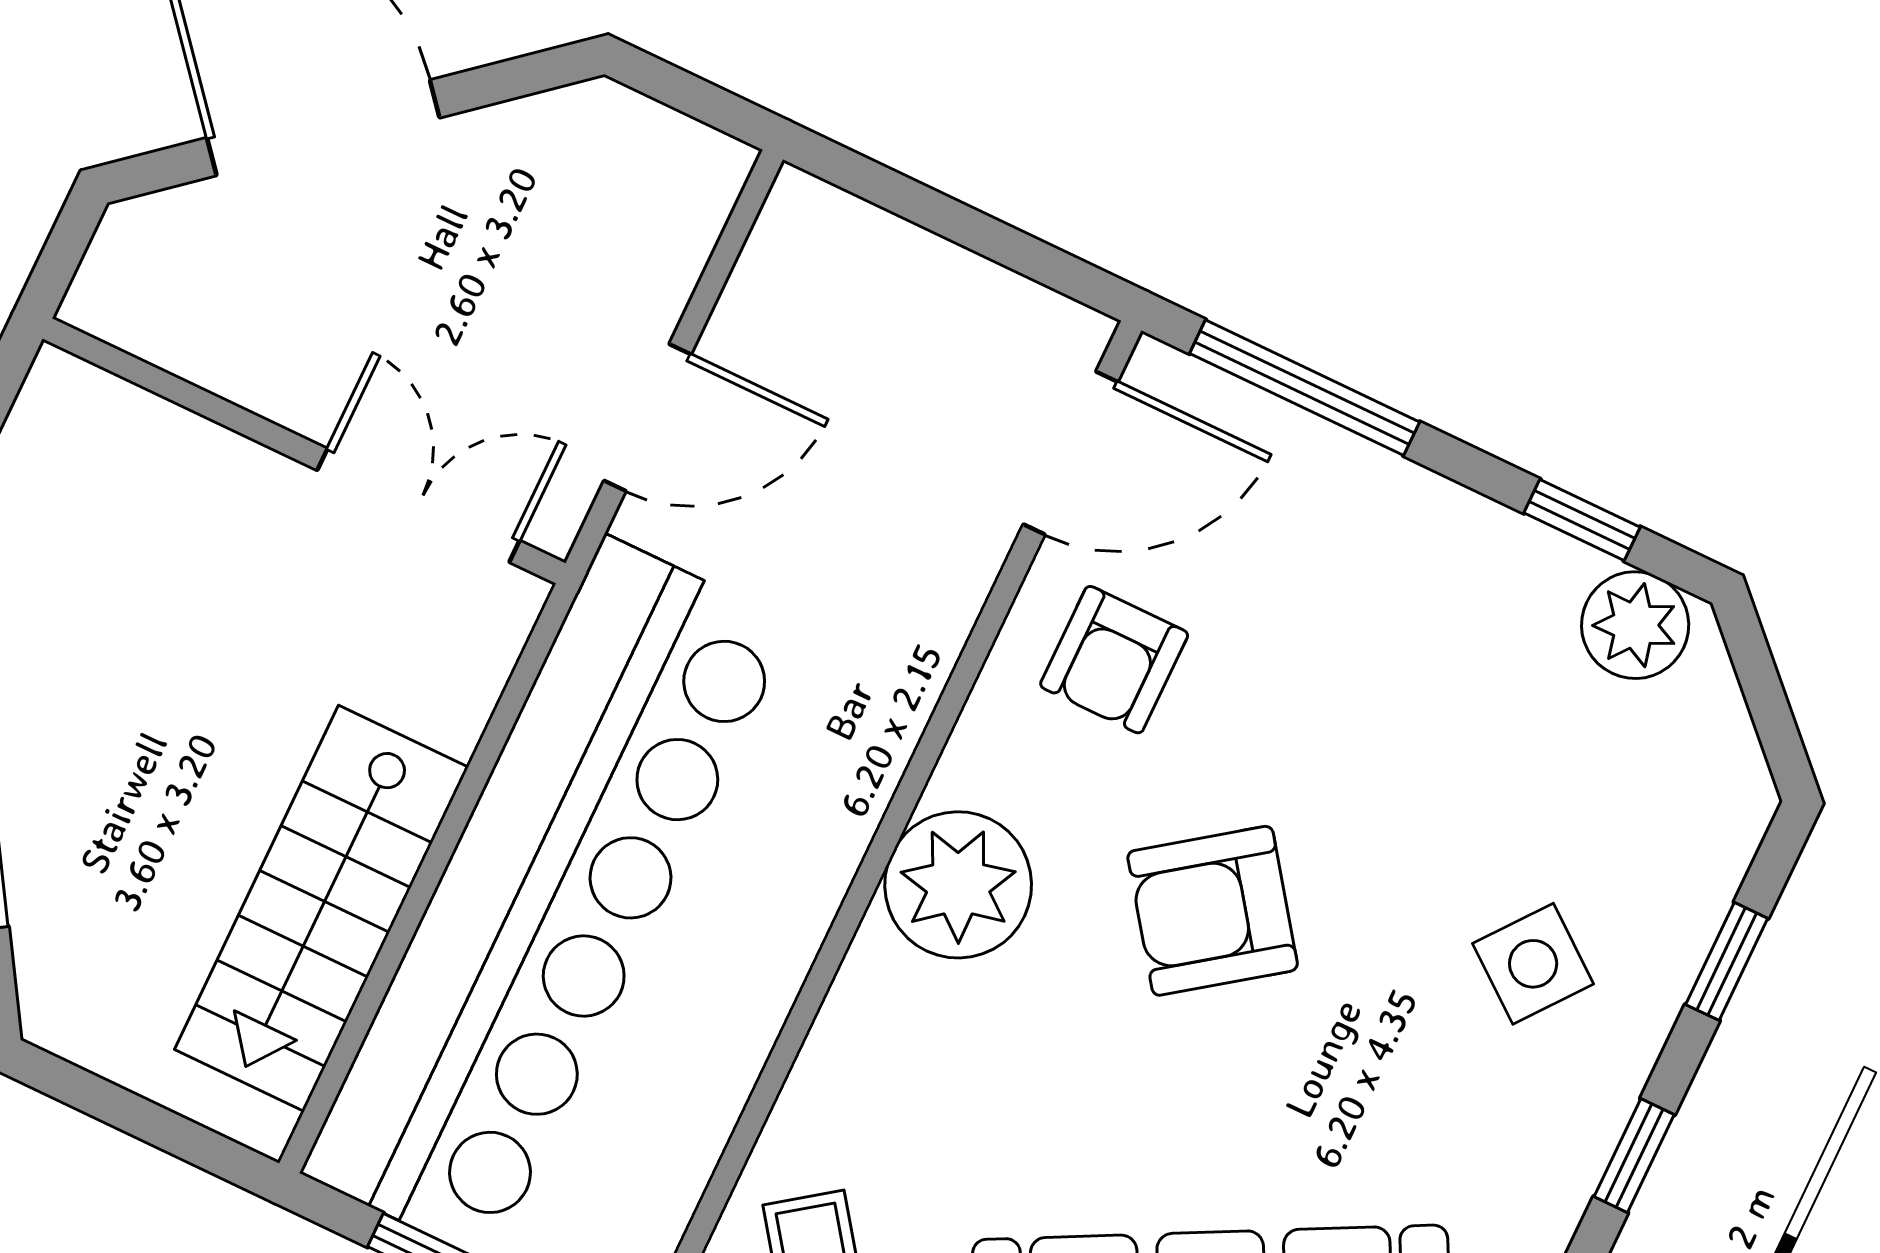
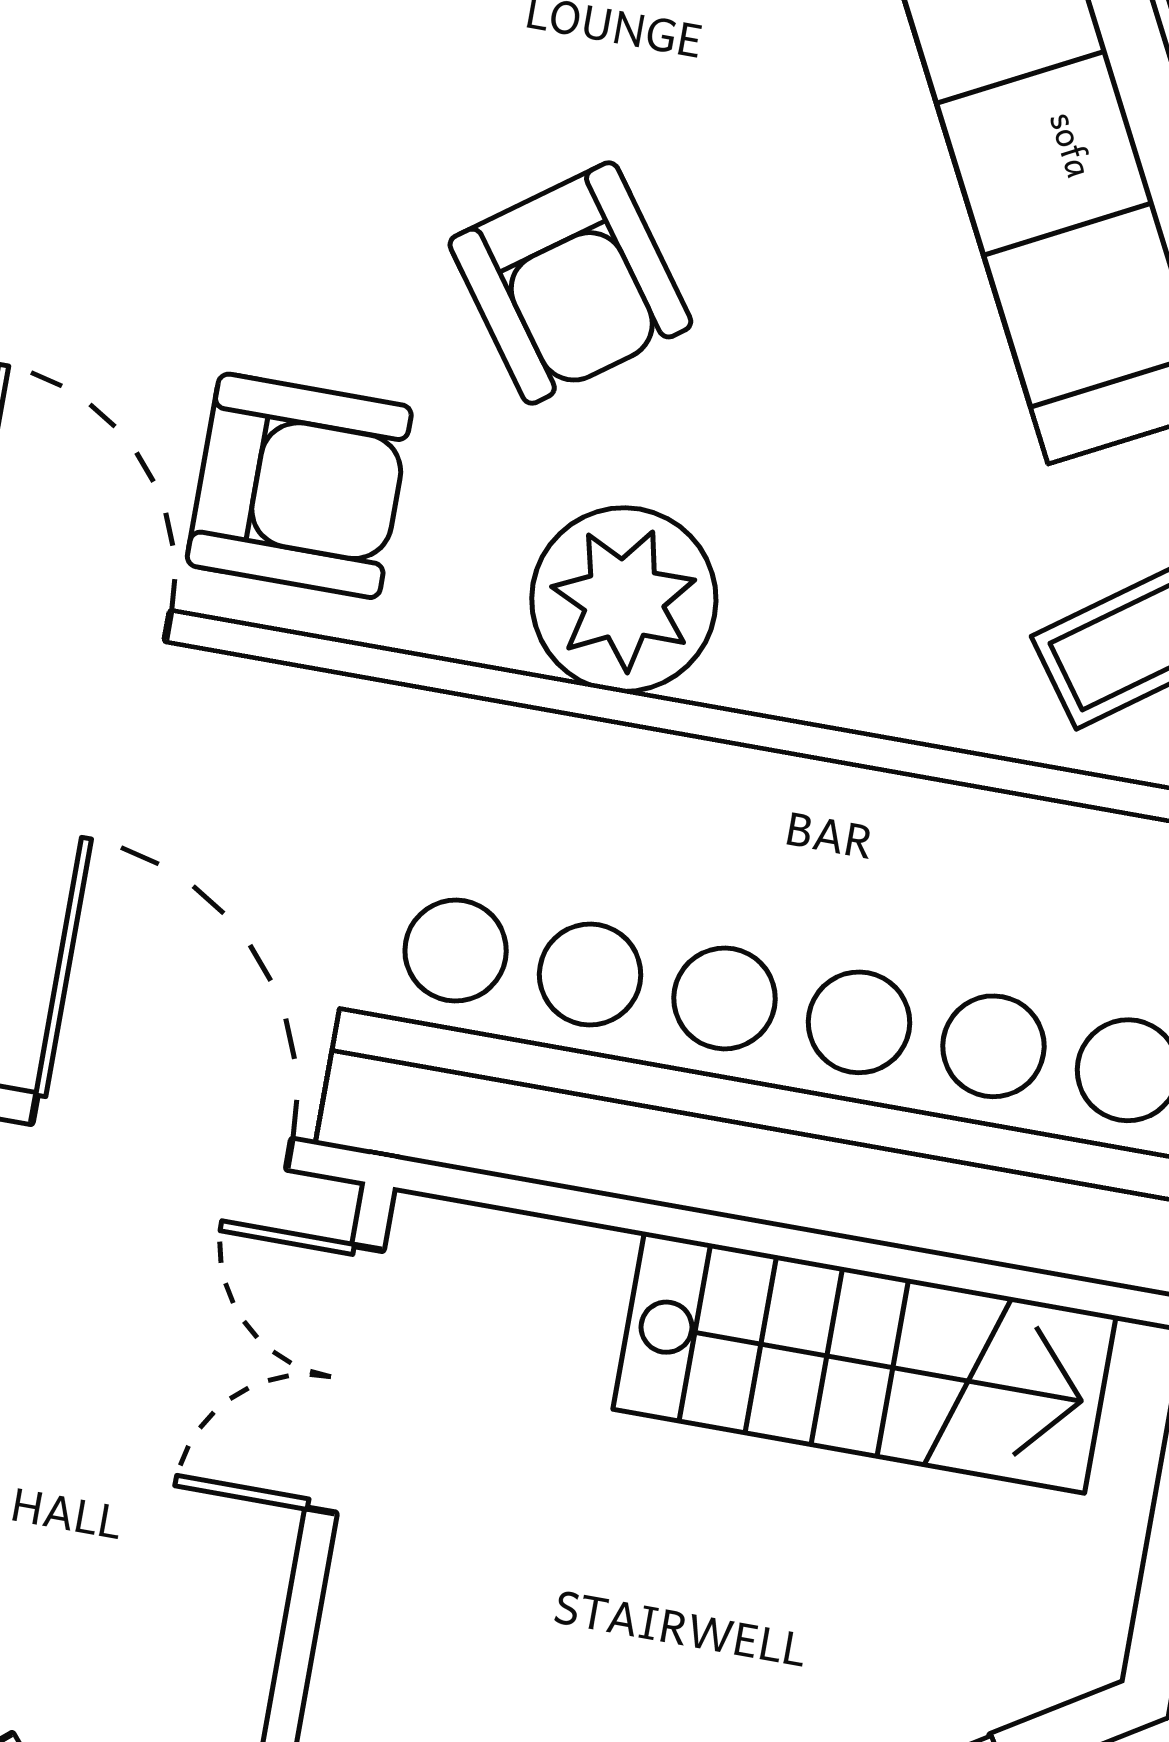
door: (647, 418) -> (162, 1131), width x1.36
armchair: (1114, 660) -> (299, 486), width x1.38, depth x1.38

